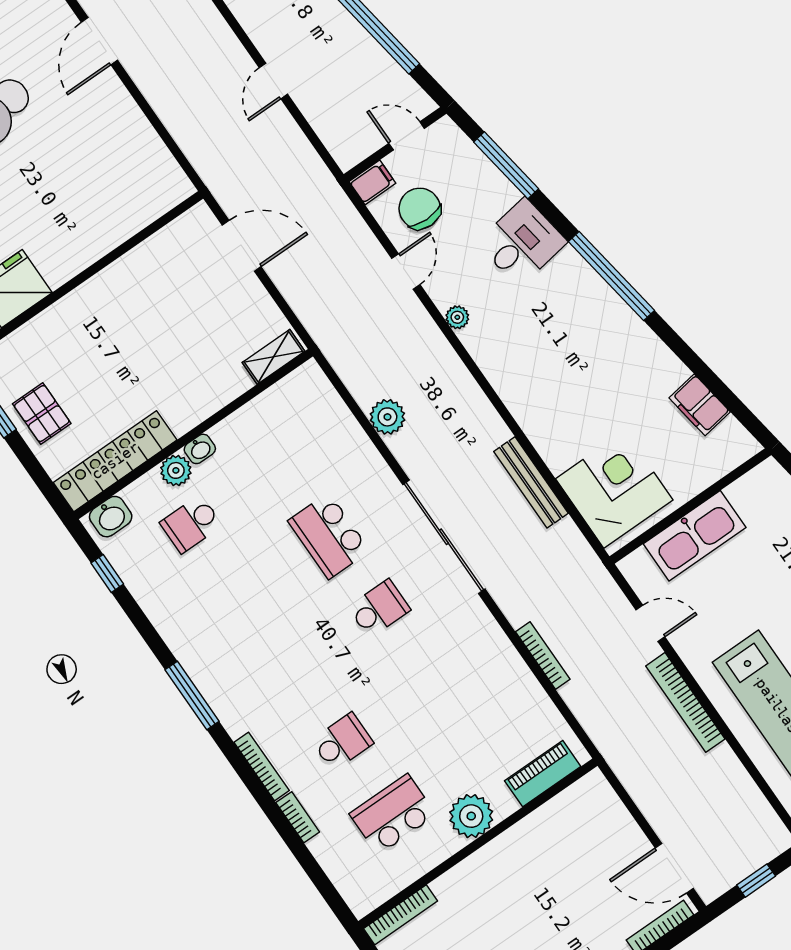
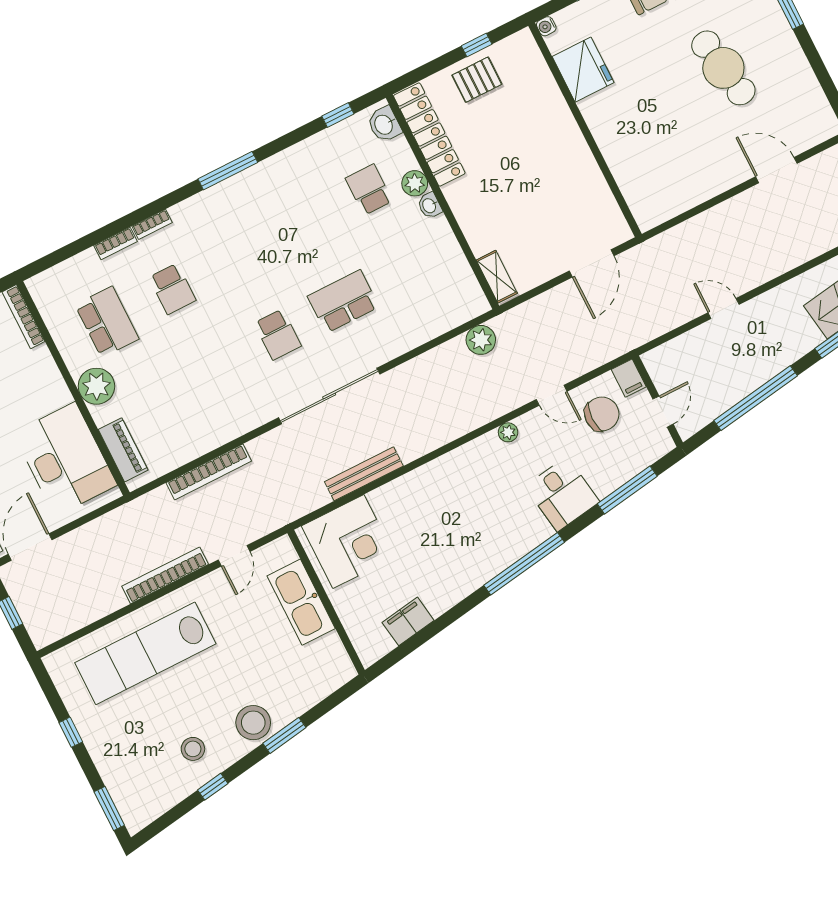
plant: (387, 417) -> (481, 340), moved
bookcase: (543, 656) -> (209, 472), width x1.48, depth x1.31
bookcase: (262, 766) -> (152, 224), width x0.64
desk: (563, 841) -> (65, 459), added

